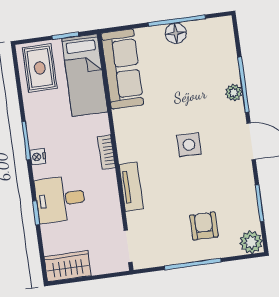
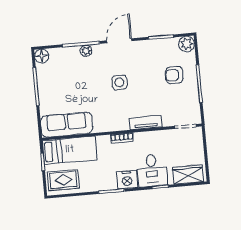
floor lamp: (176, 33) -> (42, 56), moved
nightstand: (38, 157) -> (127, 180), width x1.89, depth x1.79
wardrobe: (68, 266) -> (188, 174), moved, turned 90

